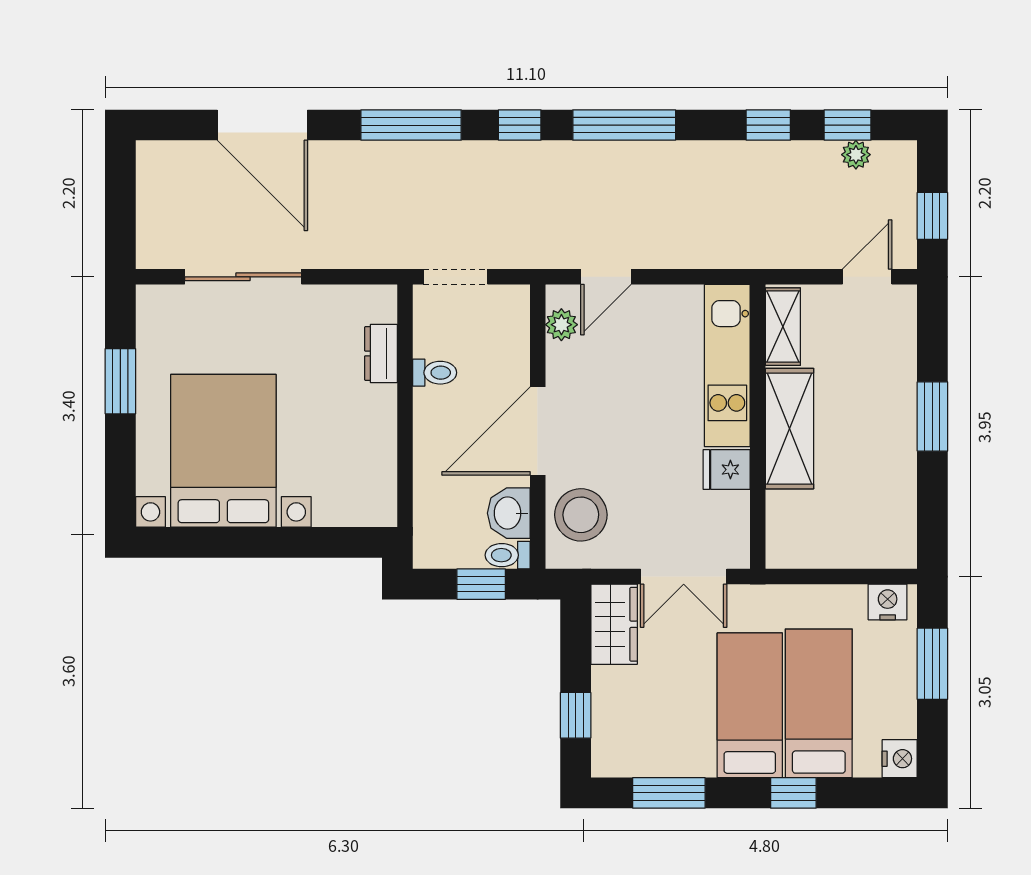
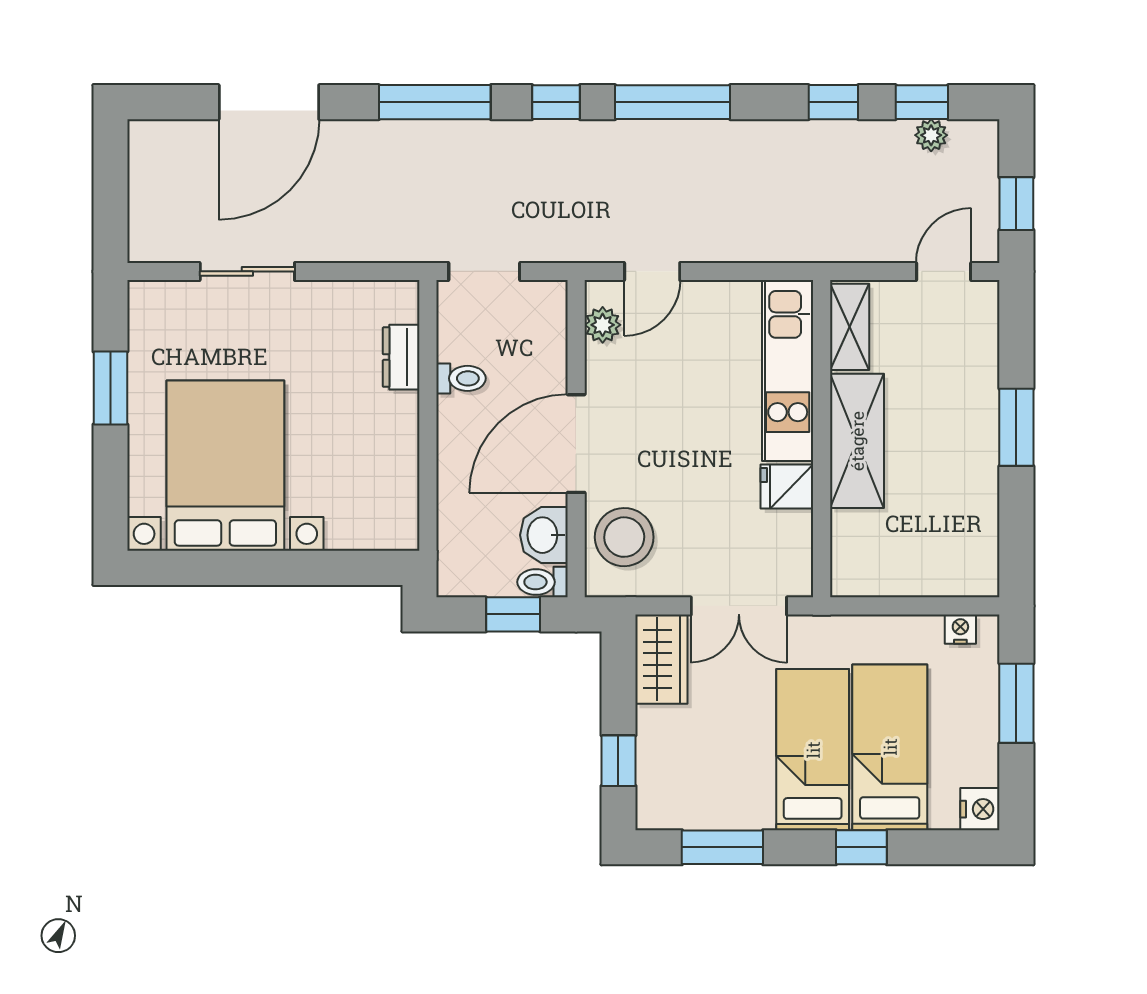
door: (262, 125) -> (269, 102), hinge flipped
sliding door: (243, 277) -> (247, 271), width x0.73
nightstand: (888, 602) -> (960, 629), width x0.72, depth x0.74

